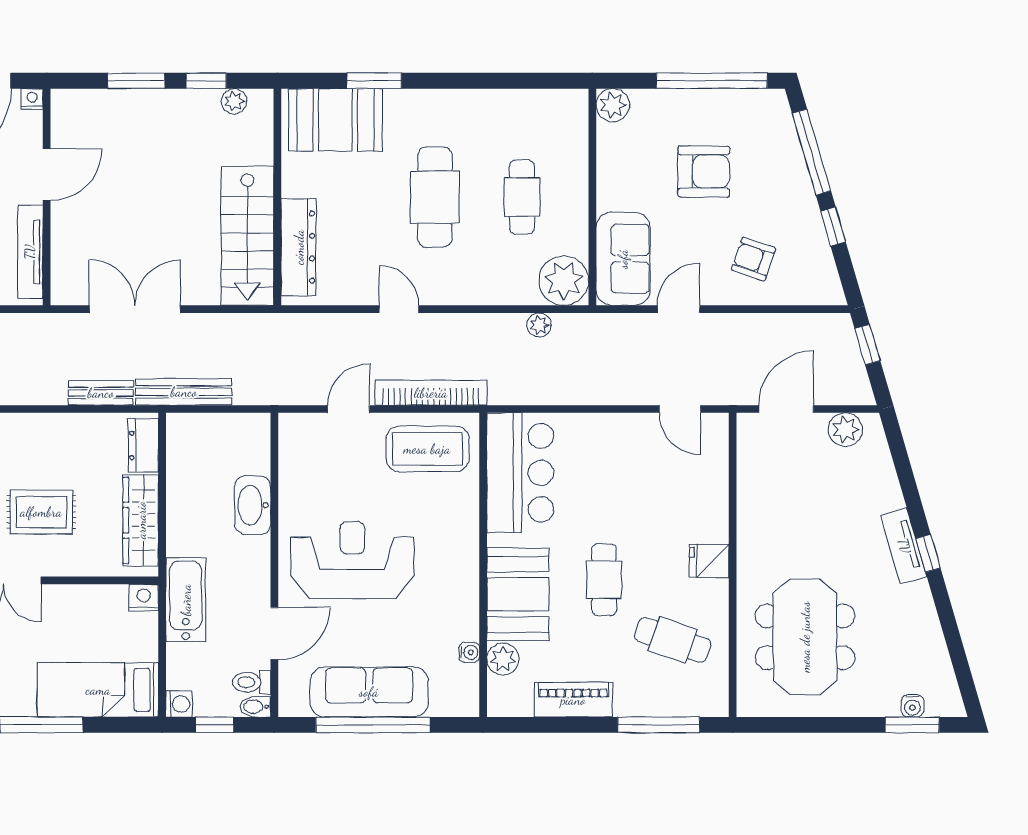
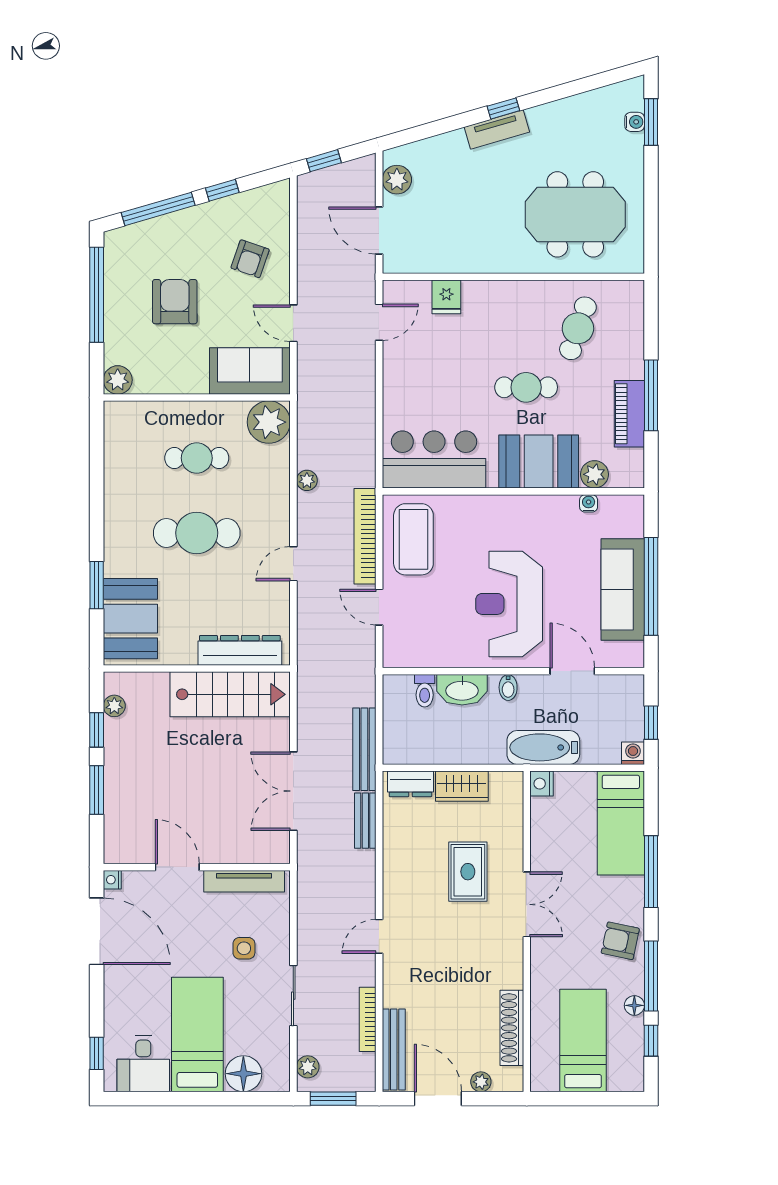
plant: (539, 325) -> (307, 480), moved
wardrobe: (141, 520) -> (462, 786), width x0.67
fridge: (709, 561) -> (446, 297), moved
toilet: (252, 682) -> (425, 691), moved
bidet: (255, 707) -> (508, 687), moved
window: (659, 725) -> (651, 395), moved

